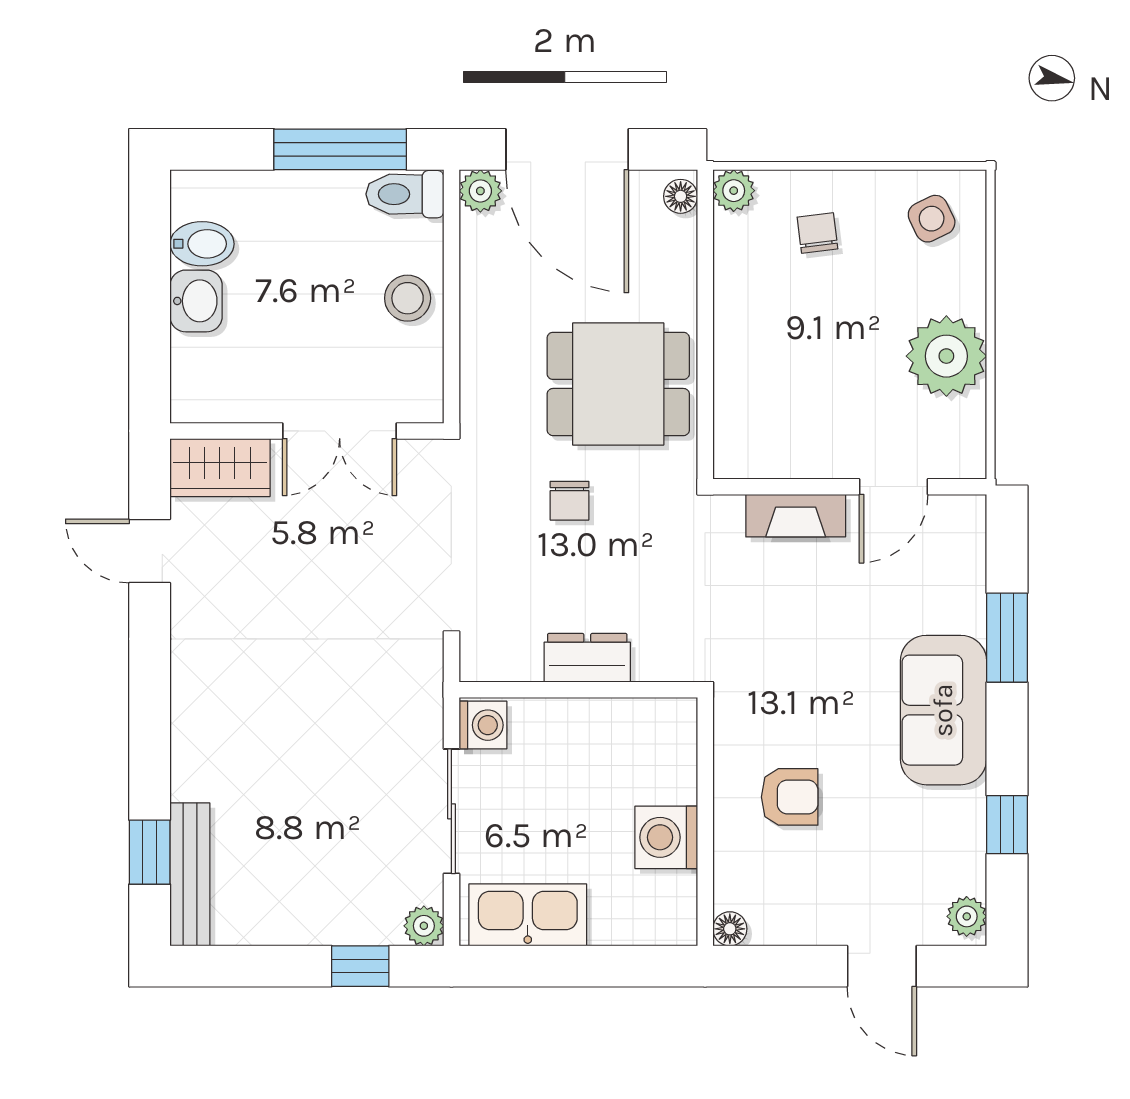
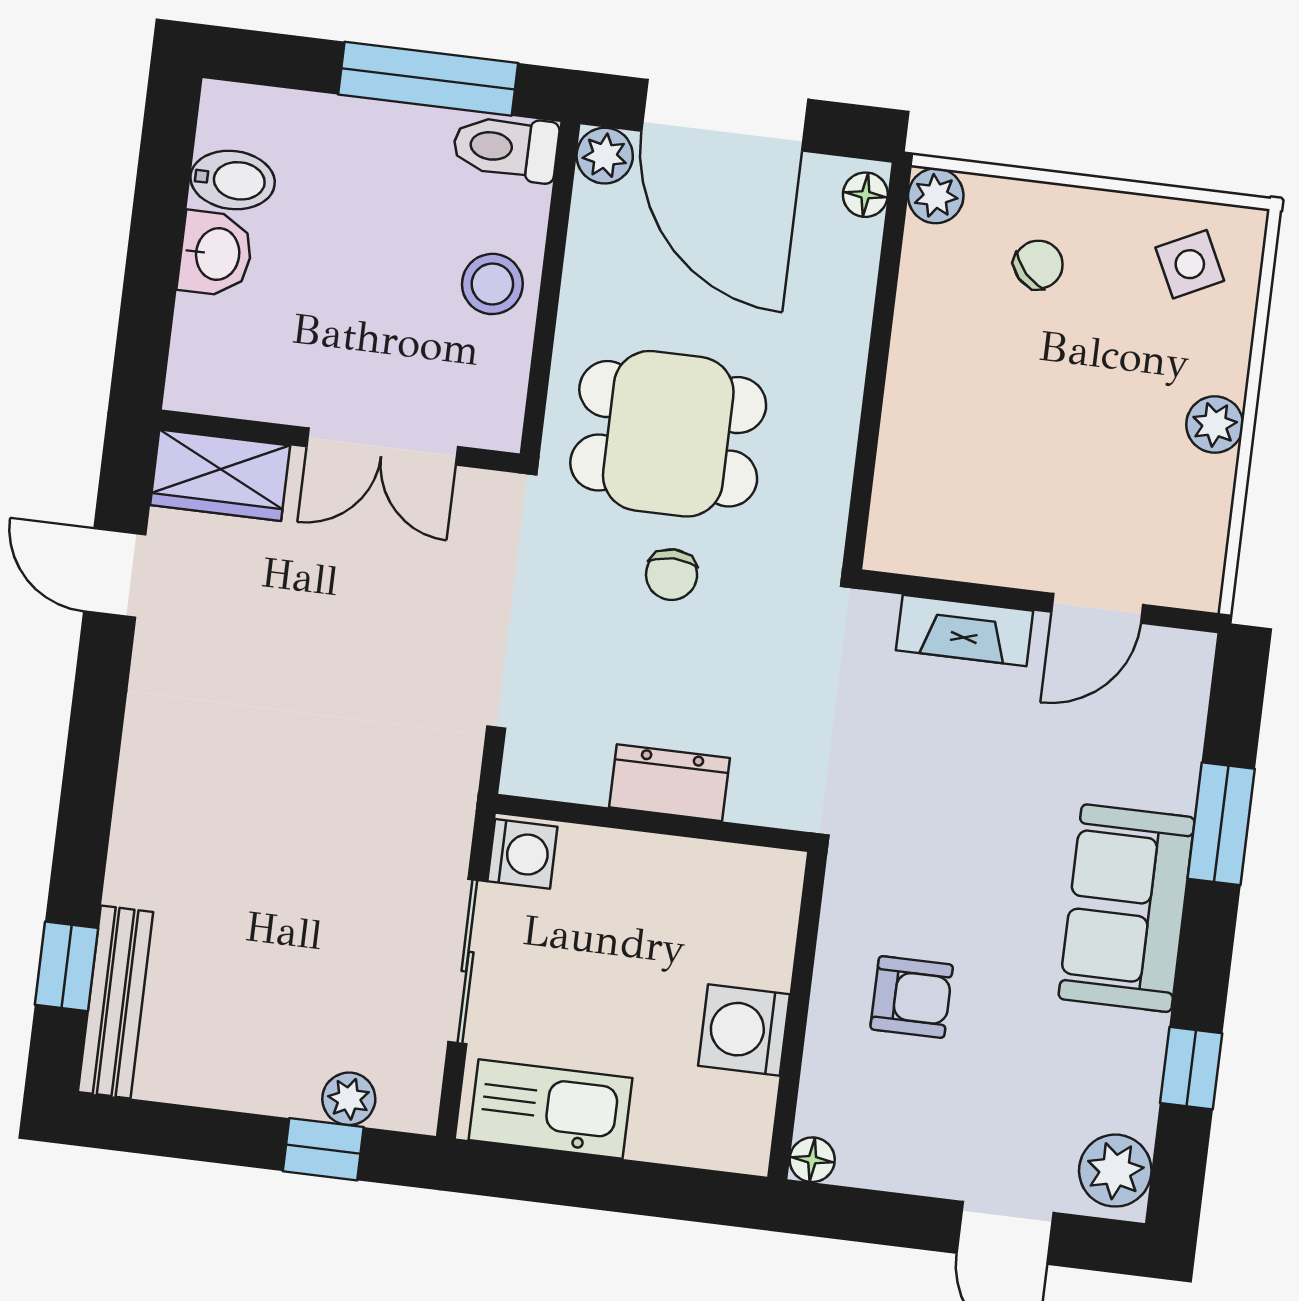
chair: (817, 233) -> (1038, 265), turned 54
plant: (946, 356) -> (1215, 424), width x0.53, depth x0.53
dining table: (618, 384) -> (668, 434), moved
plant: (967, 916) -> (1115, 1171), width x1.38, depth x1.38
plant: (424, 926) -> (349, 1099), moved

